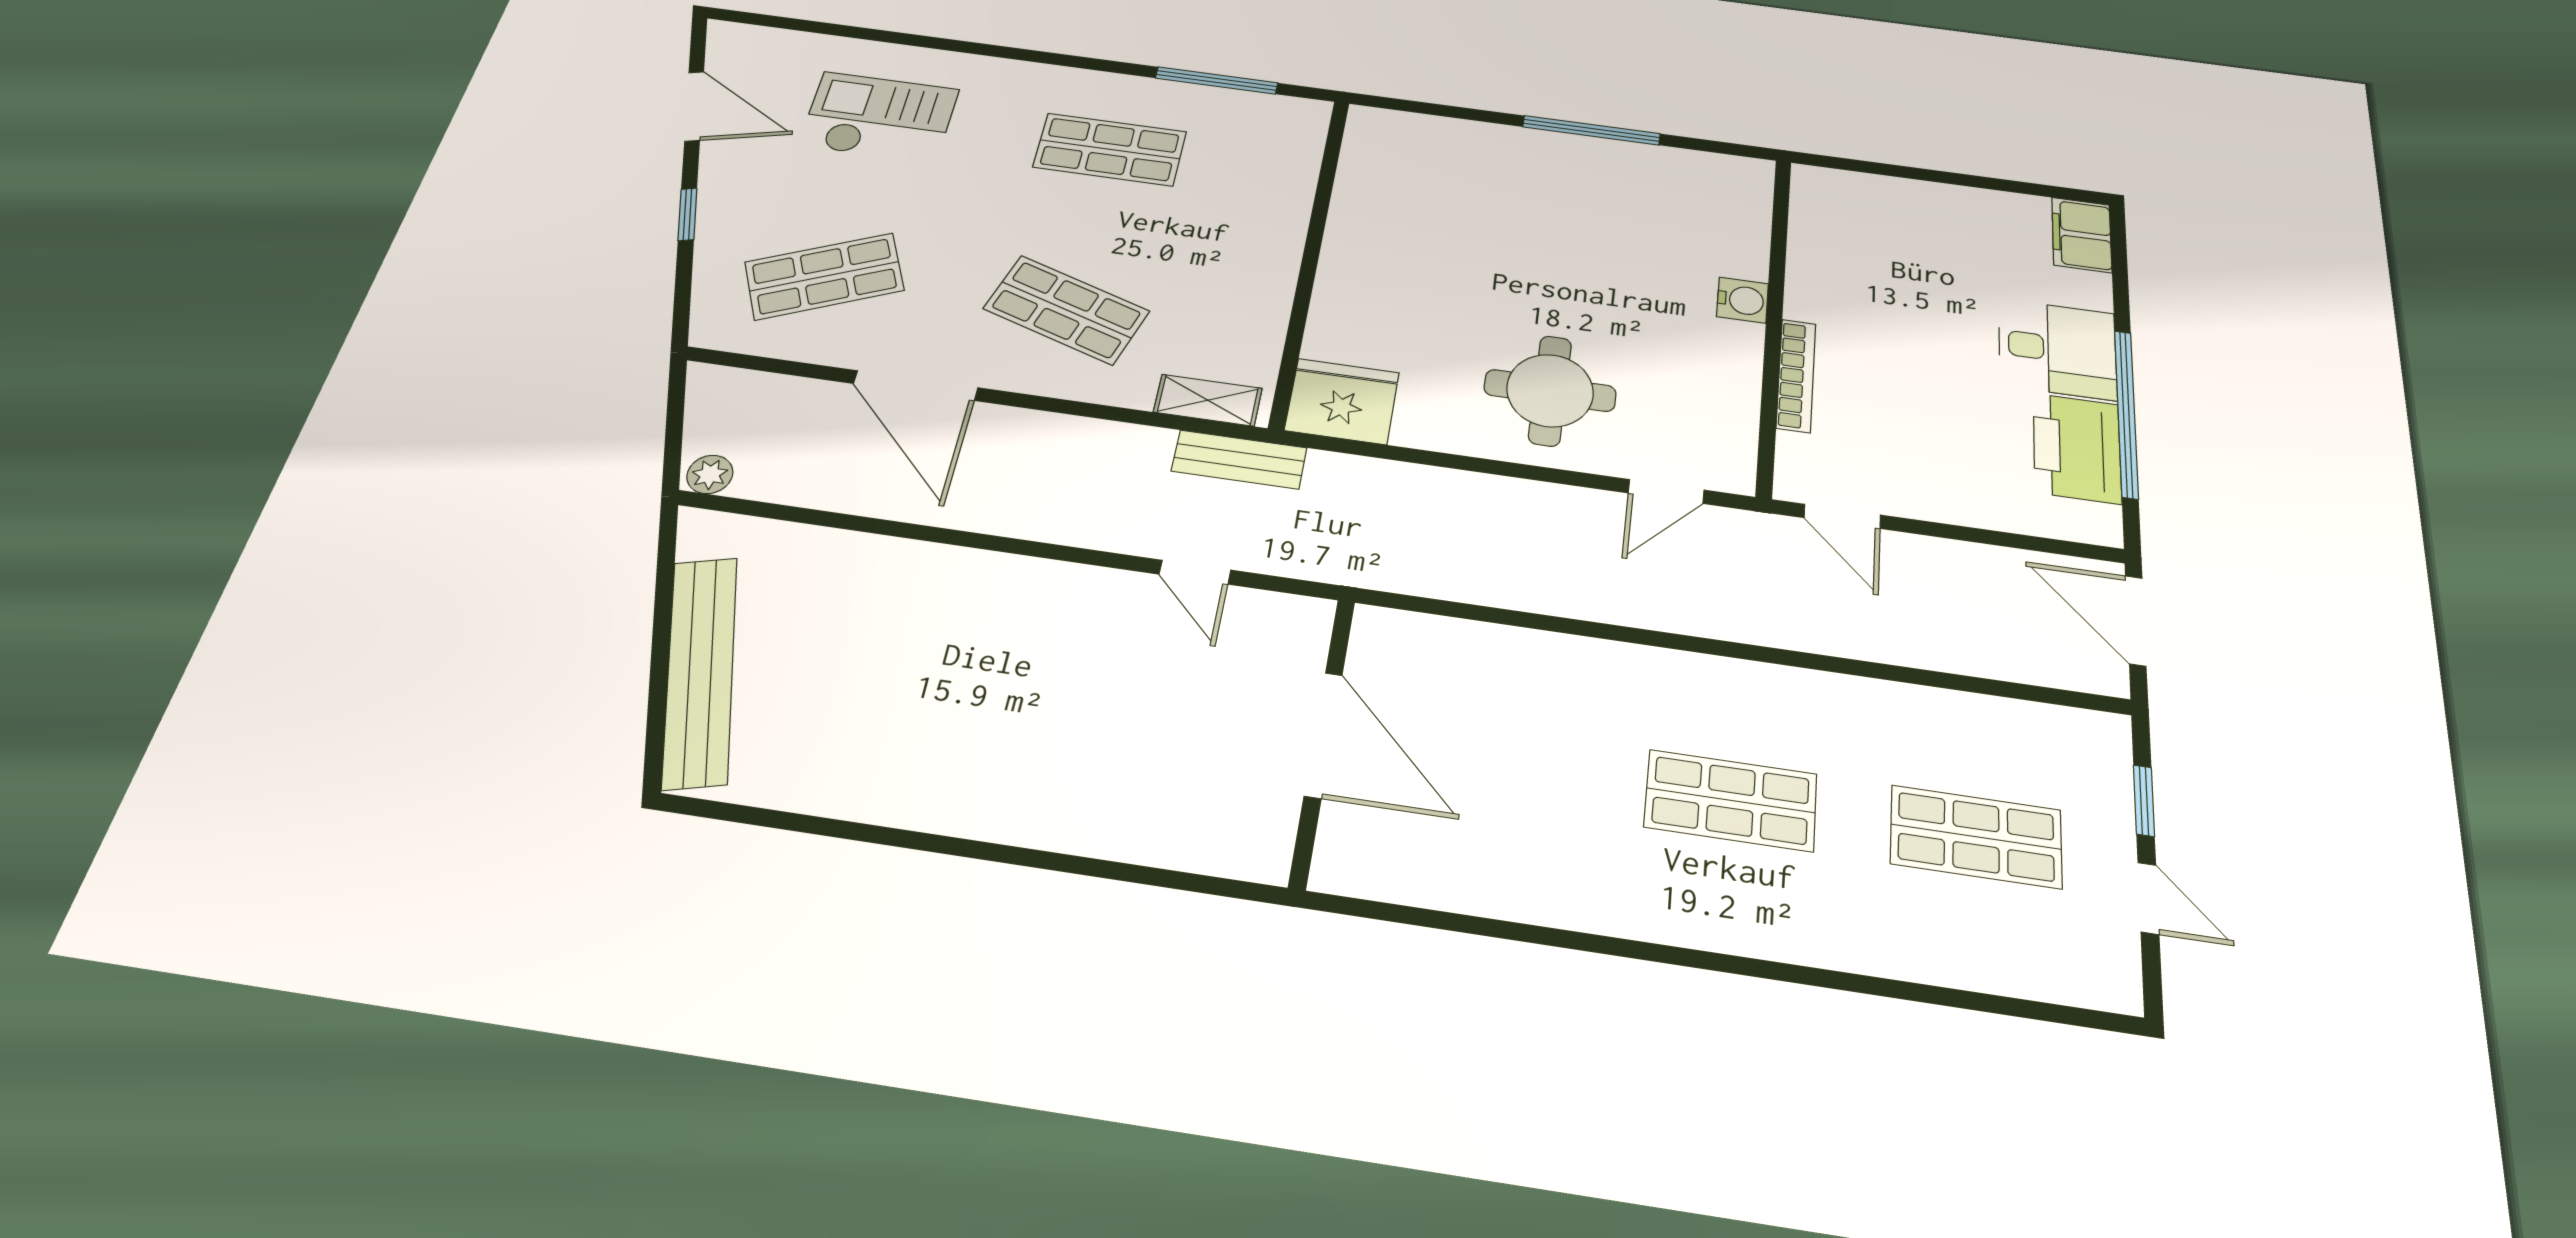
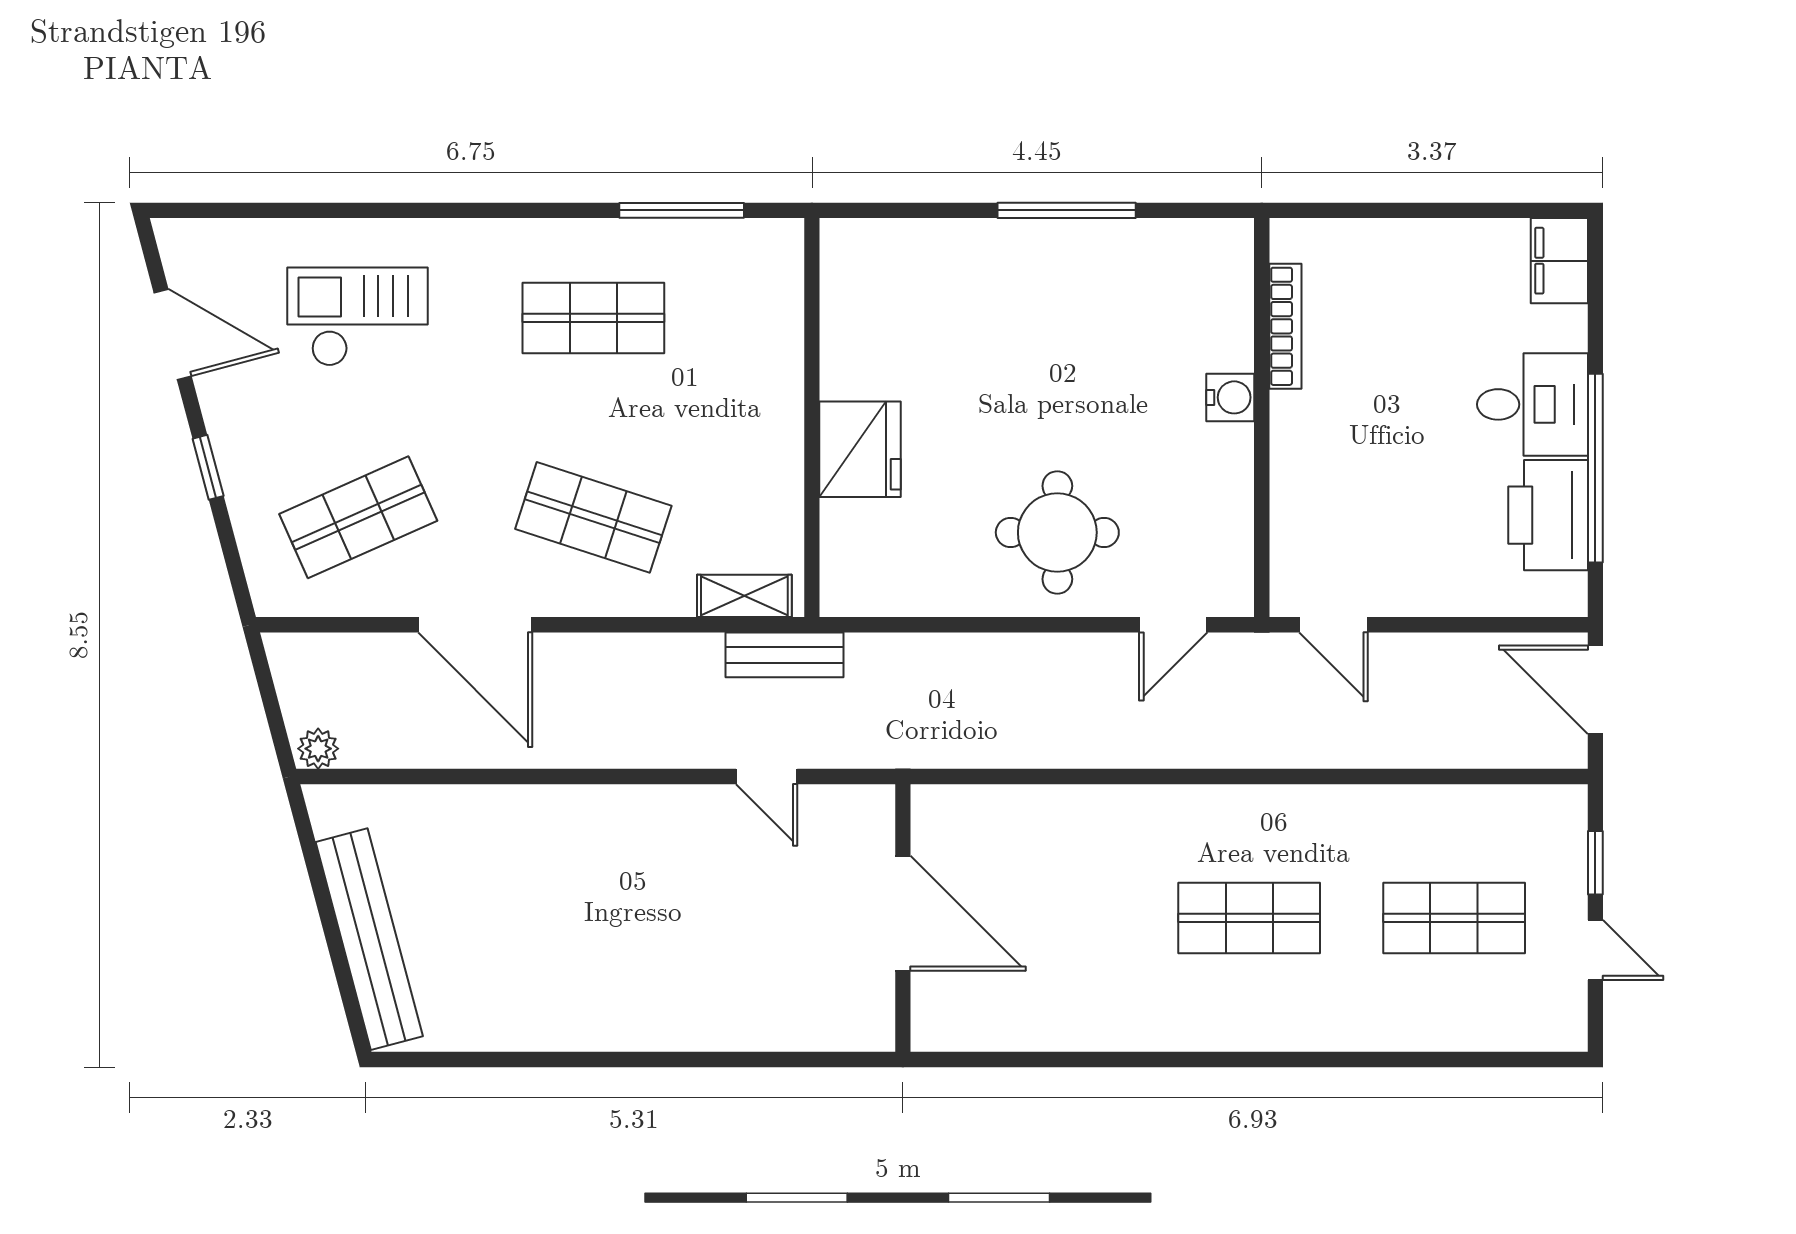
bookcase: (1796, 376) -> (1285, 326), moved
fridge: (1342, 401) -> (860, 449), moved, turned 90

